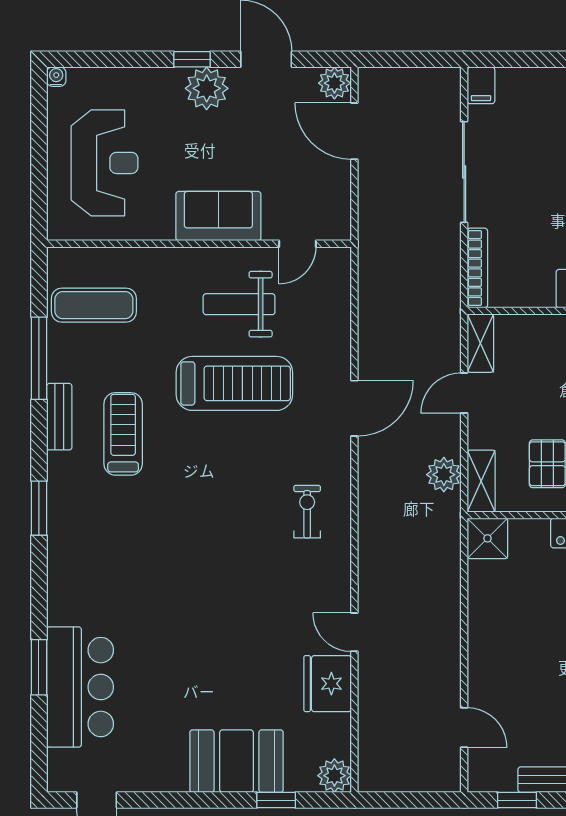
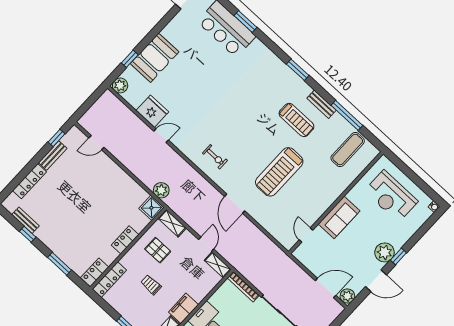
weight bench: (239, 304) -> (304, 197), removed
plant: (444, 475) -> (161, 190), moved

